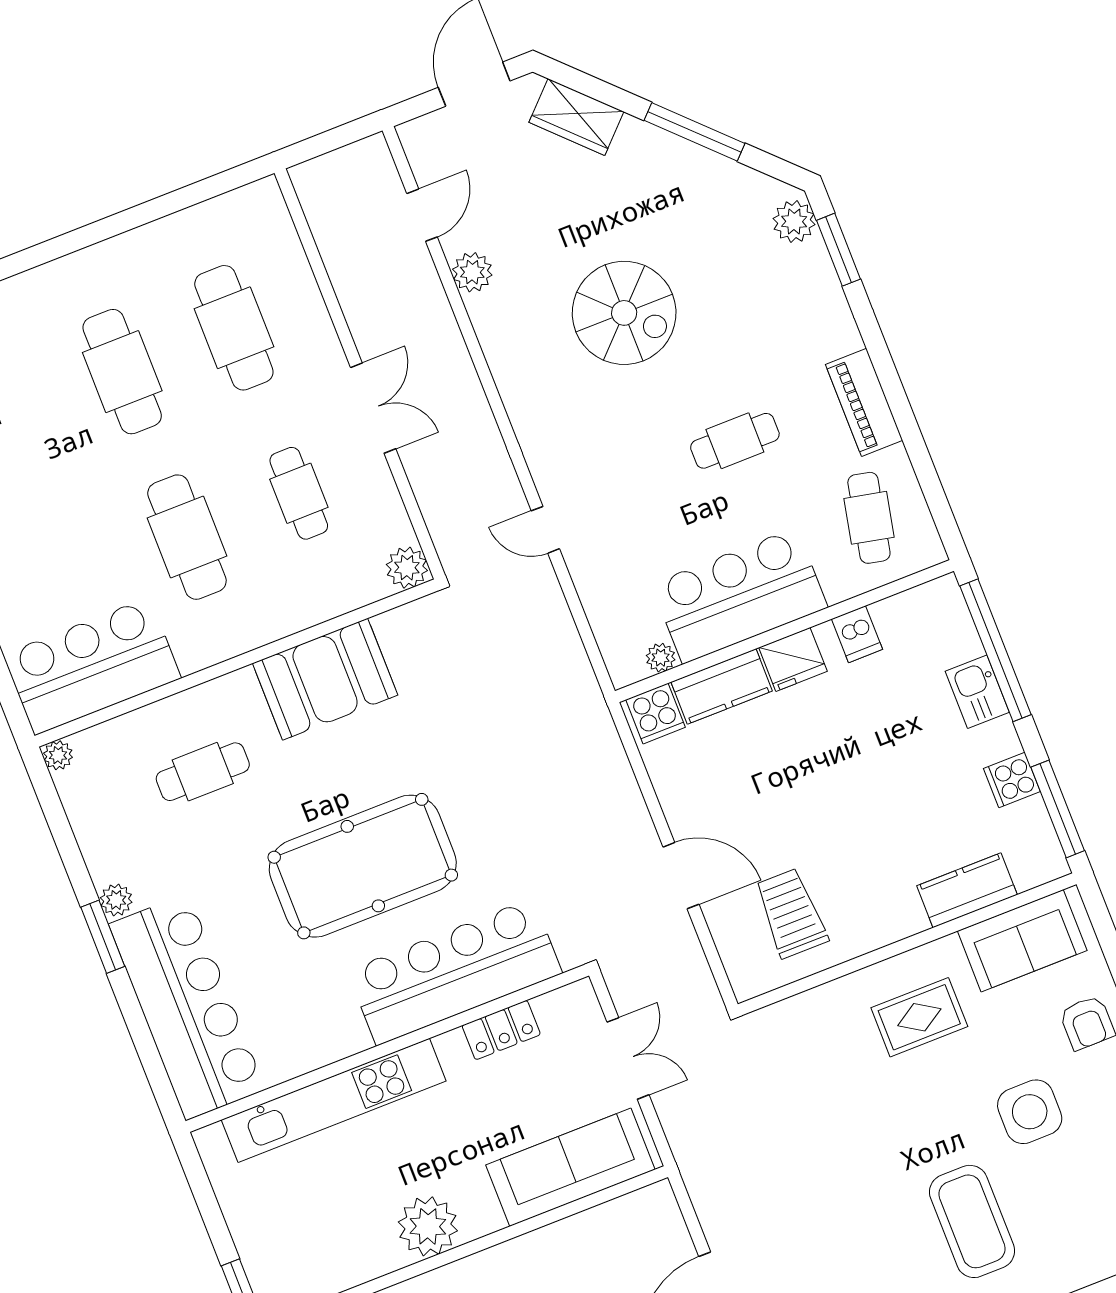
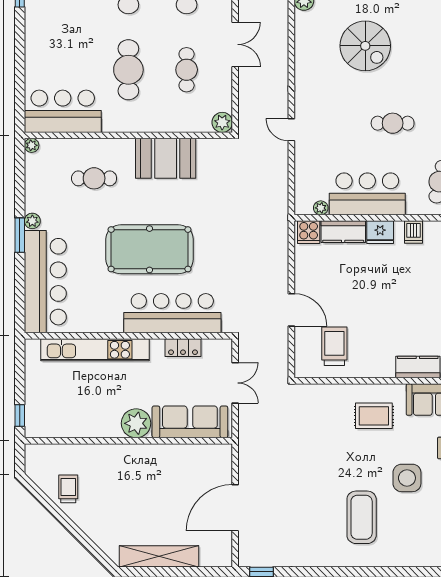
plant: (428, 1226) -> (136, 423), moved

